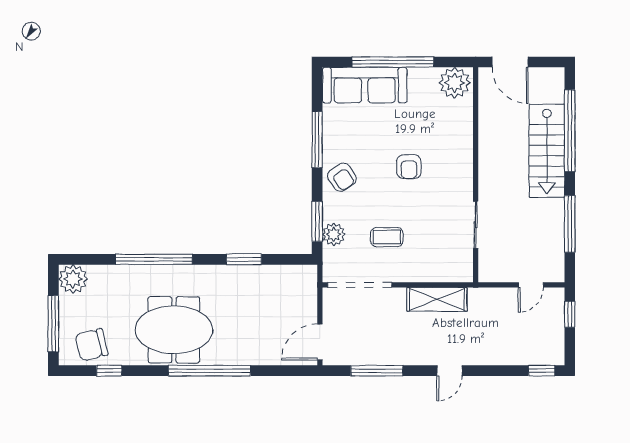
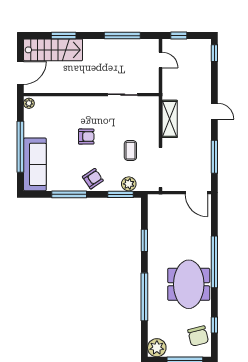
plant: (455, 83) -> (29, 103), width x0.53, depth x0.53
window: (570, 131) -> (64, 36), width x0.47
stairs: (547, 151) -> (53, 50), moved

